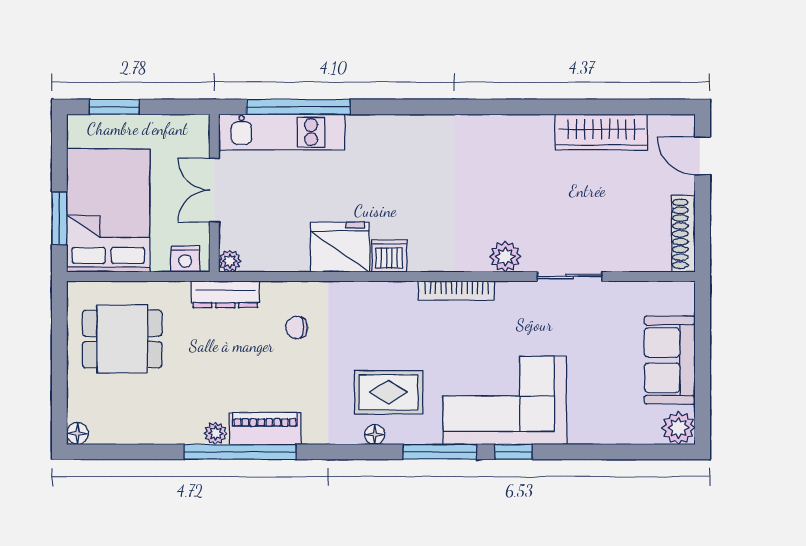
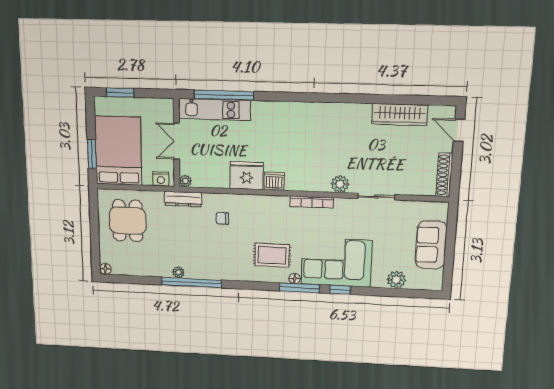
dining table: (122, 339) -> (128, 221), turned 90
plant: (678, 428) -> (396, 280), moved
piano: (265, 429) -> (205, 271), removed
floor lamp: (375, 435) -> (295, 278), moved

